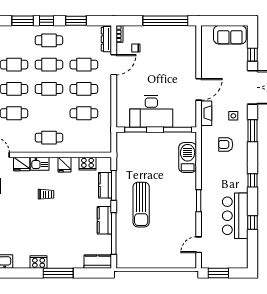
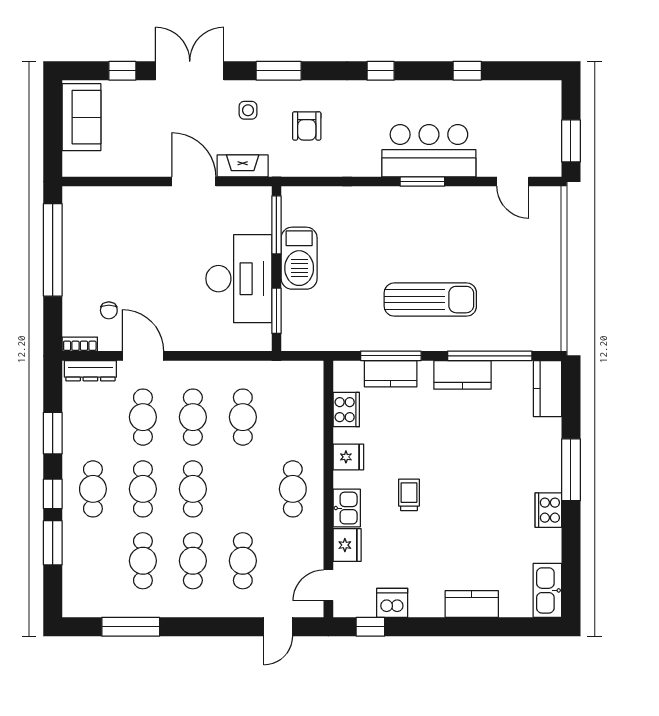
barbecue: (188, 158) -> (299, 258), moved, turned -90
bar counter: (235, 216) -> (429, 151), moved, turned 180

